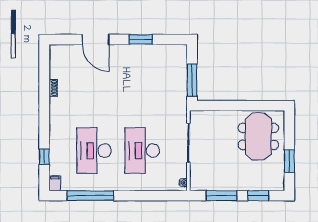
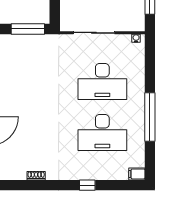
window: (44, 157) -> (87, 185), moved
window: (90, 196) -> (150, 117), moved

